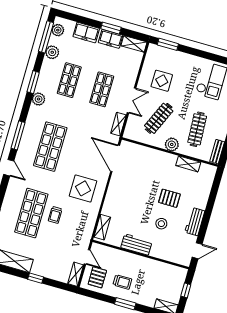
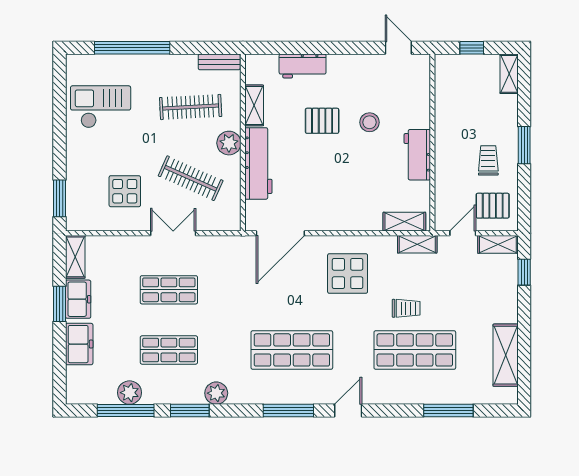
plant: (58, 30) -> (89, 394), removed
window: (46, 37) -> (126, 411), moved
shelving: (118, 124) -> (417, 244), moved
workbench: (156, 157) -> (258, 163), added
pallet: (169, 198) -> (322, 121), turned 90
workbench: (195, 222) -> (303, 66), moved
window: (36, 278) -> (524, 272), moved

